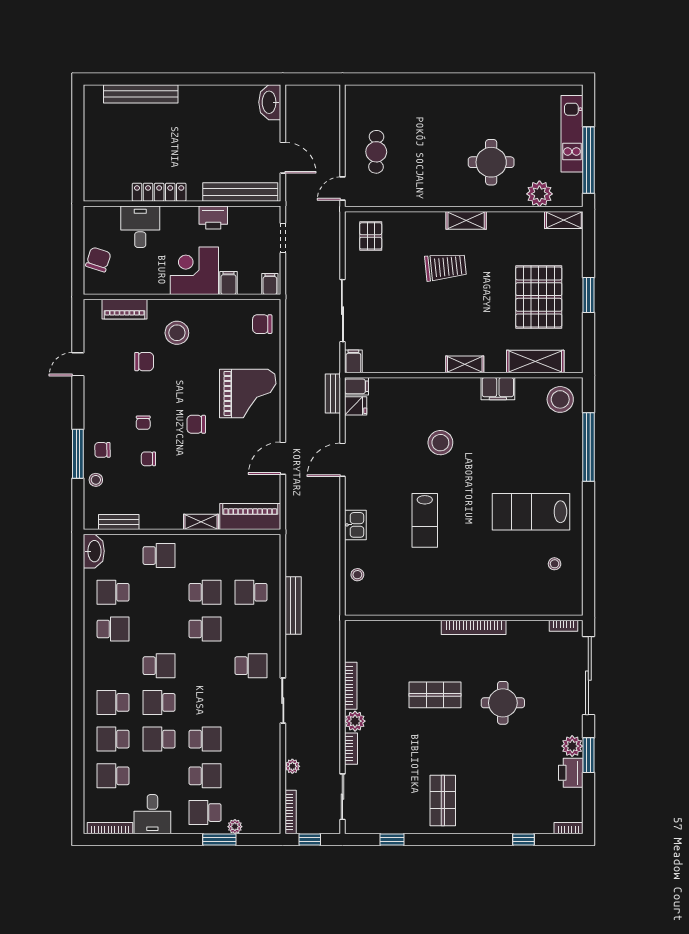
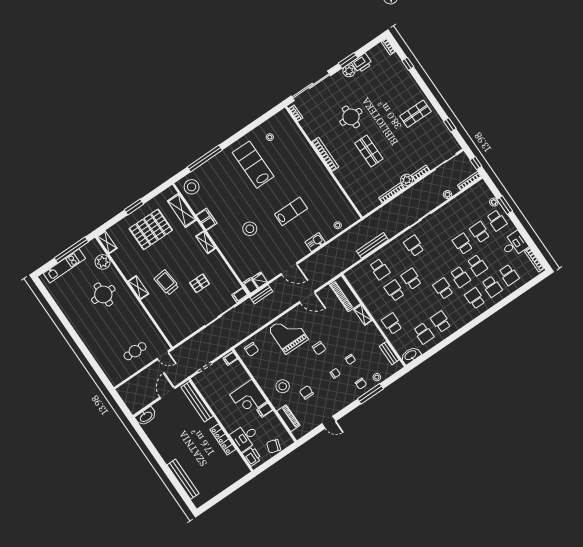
printer: (213, 217) -> (252, 456), moved
pallet: (371, 236) -> (200, 283), moved
filing cabinet: (229, 283) -> (265, 410), moved
lab bench: (531, 512) -> (253, 165), turned 180
school desk: (113, 702) -> (475, 298), turned 180

